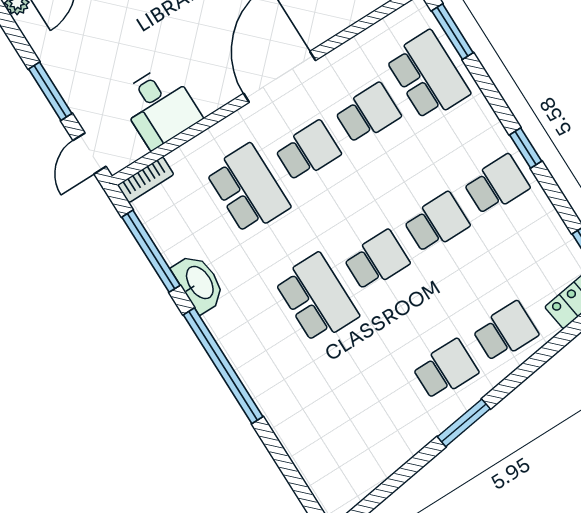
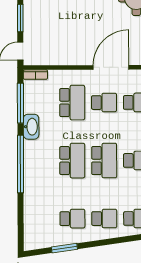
desk: (160, 107) -> (58, 50), removed
school desk: (377, 260) -> (104, 161), width x1.85
school desk: (385, 407) -> (72, 219), added
window: (464, 423) -> (64, 248), moved

